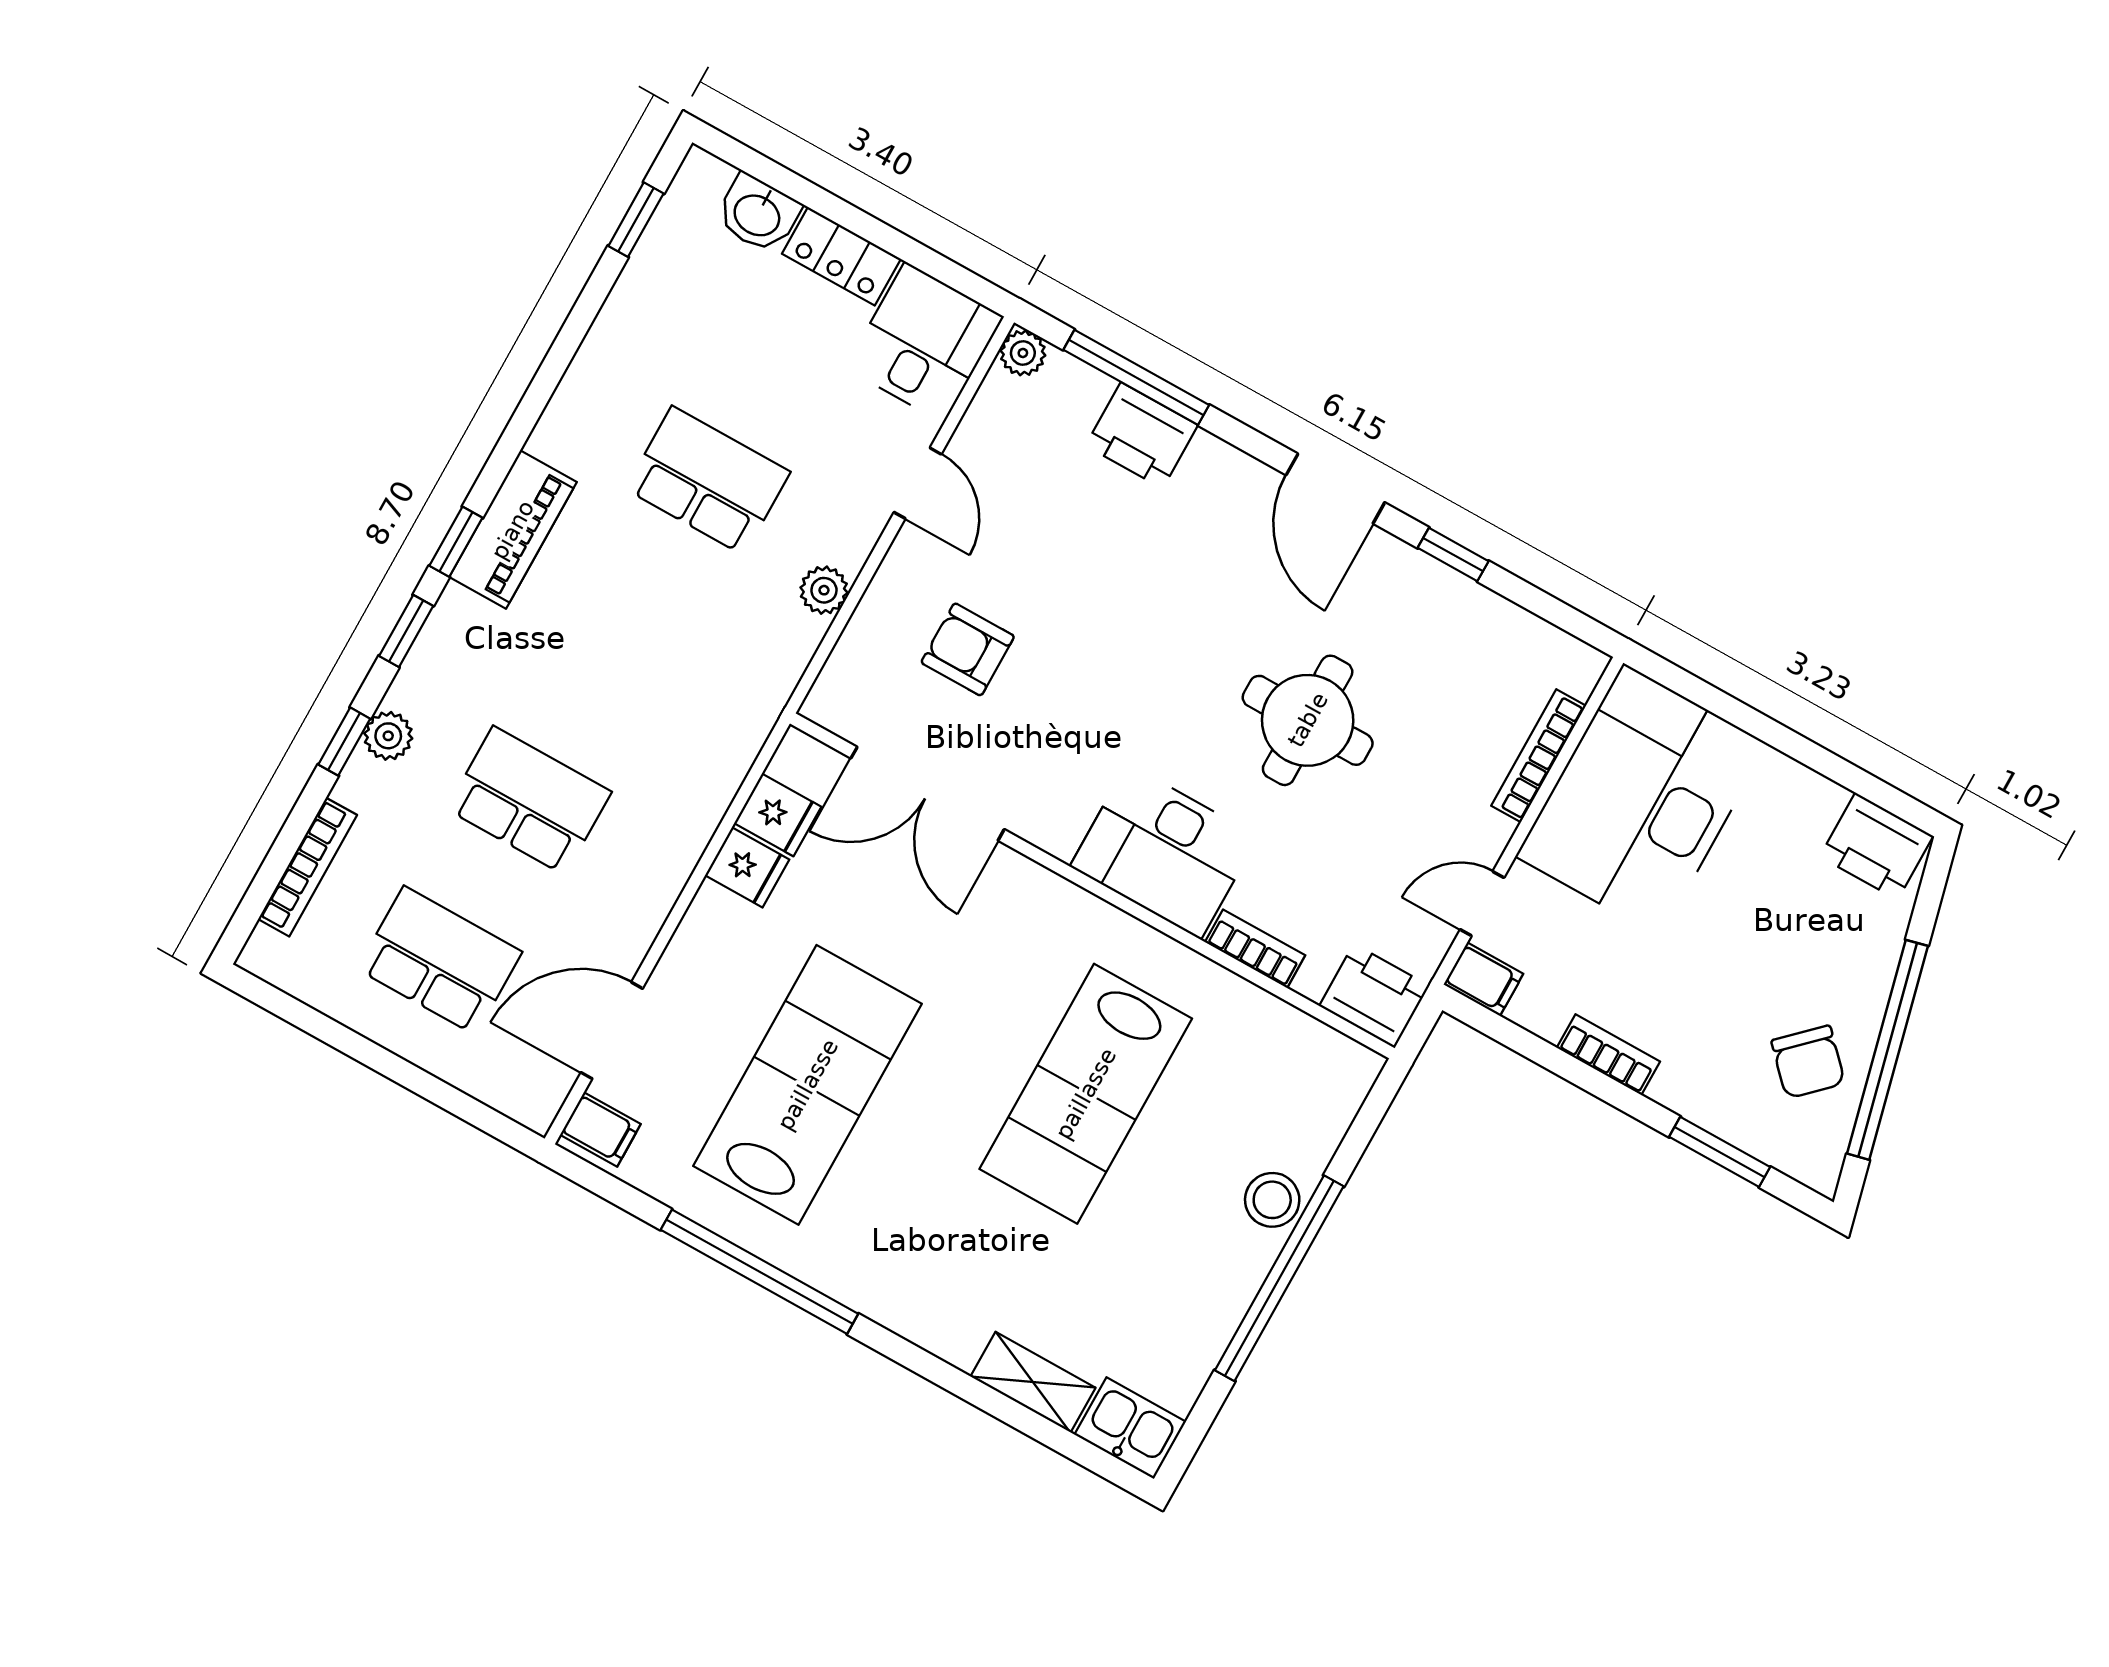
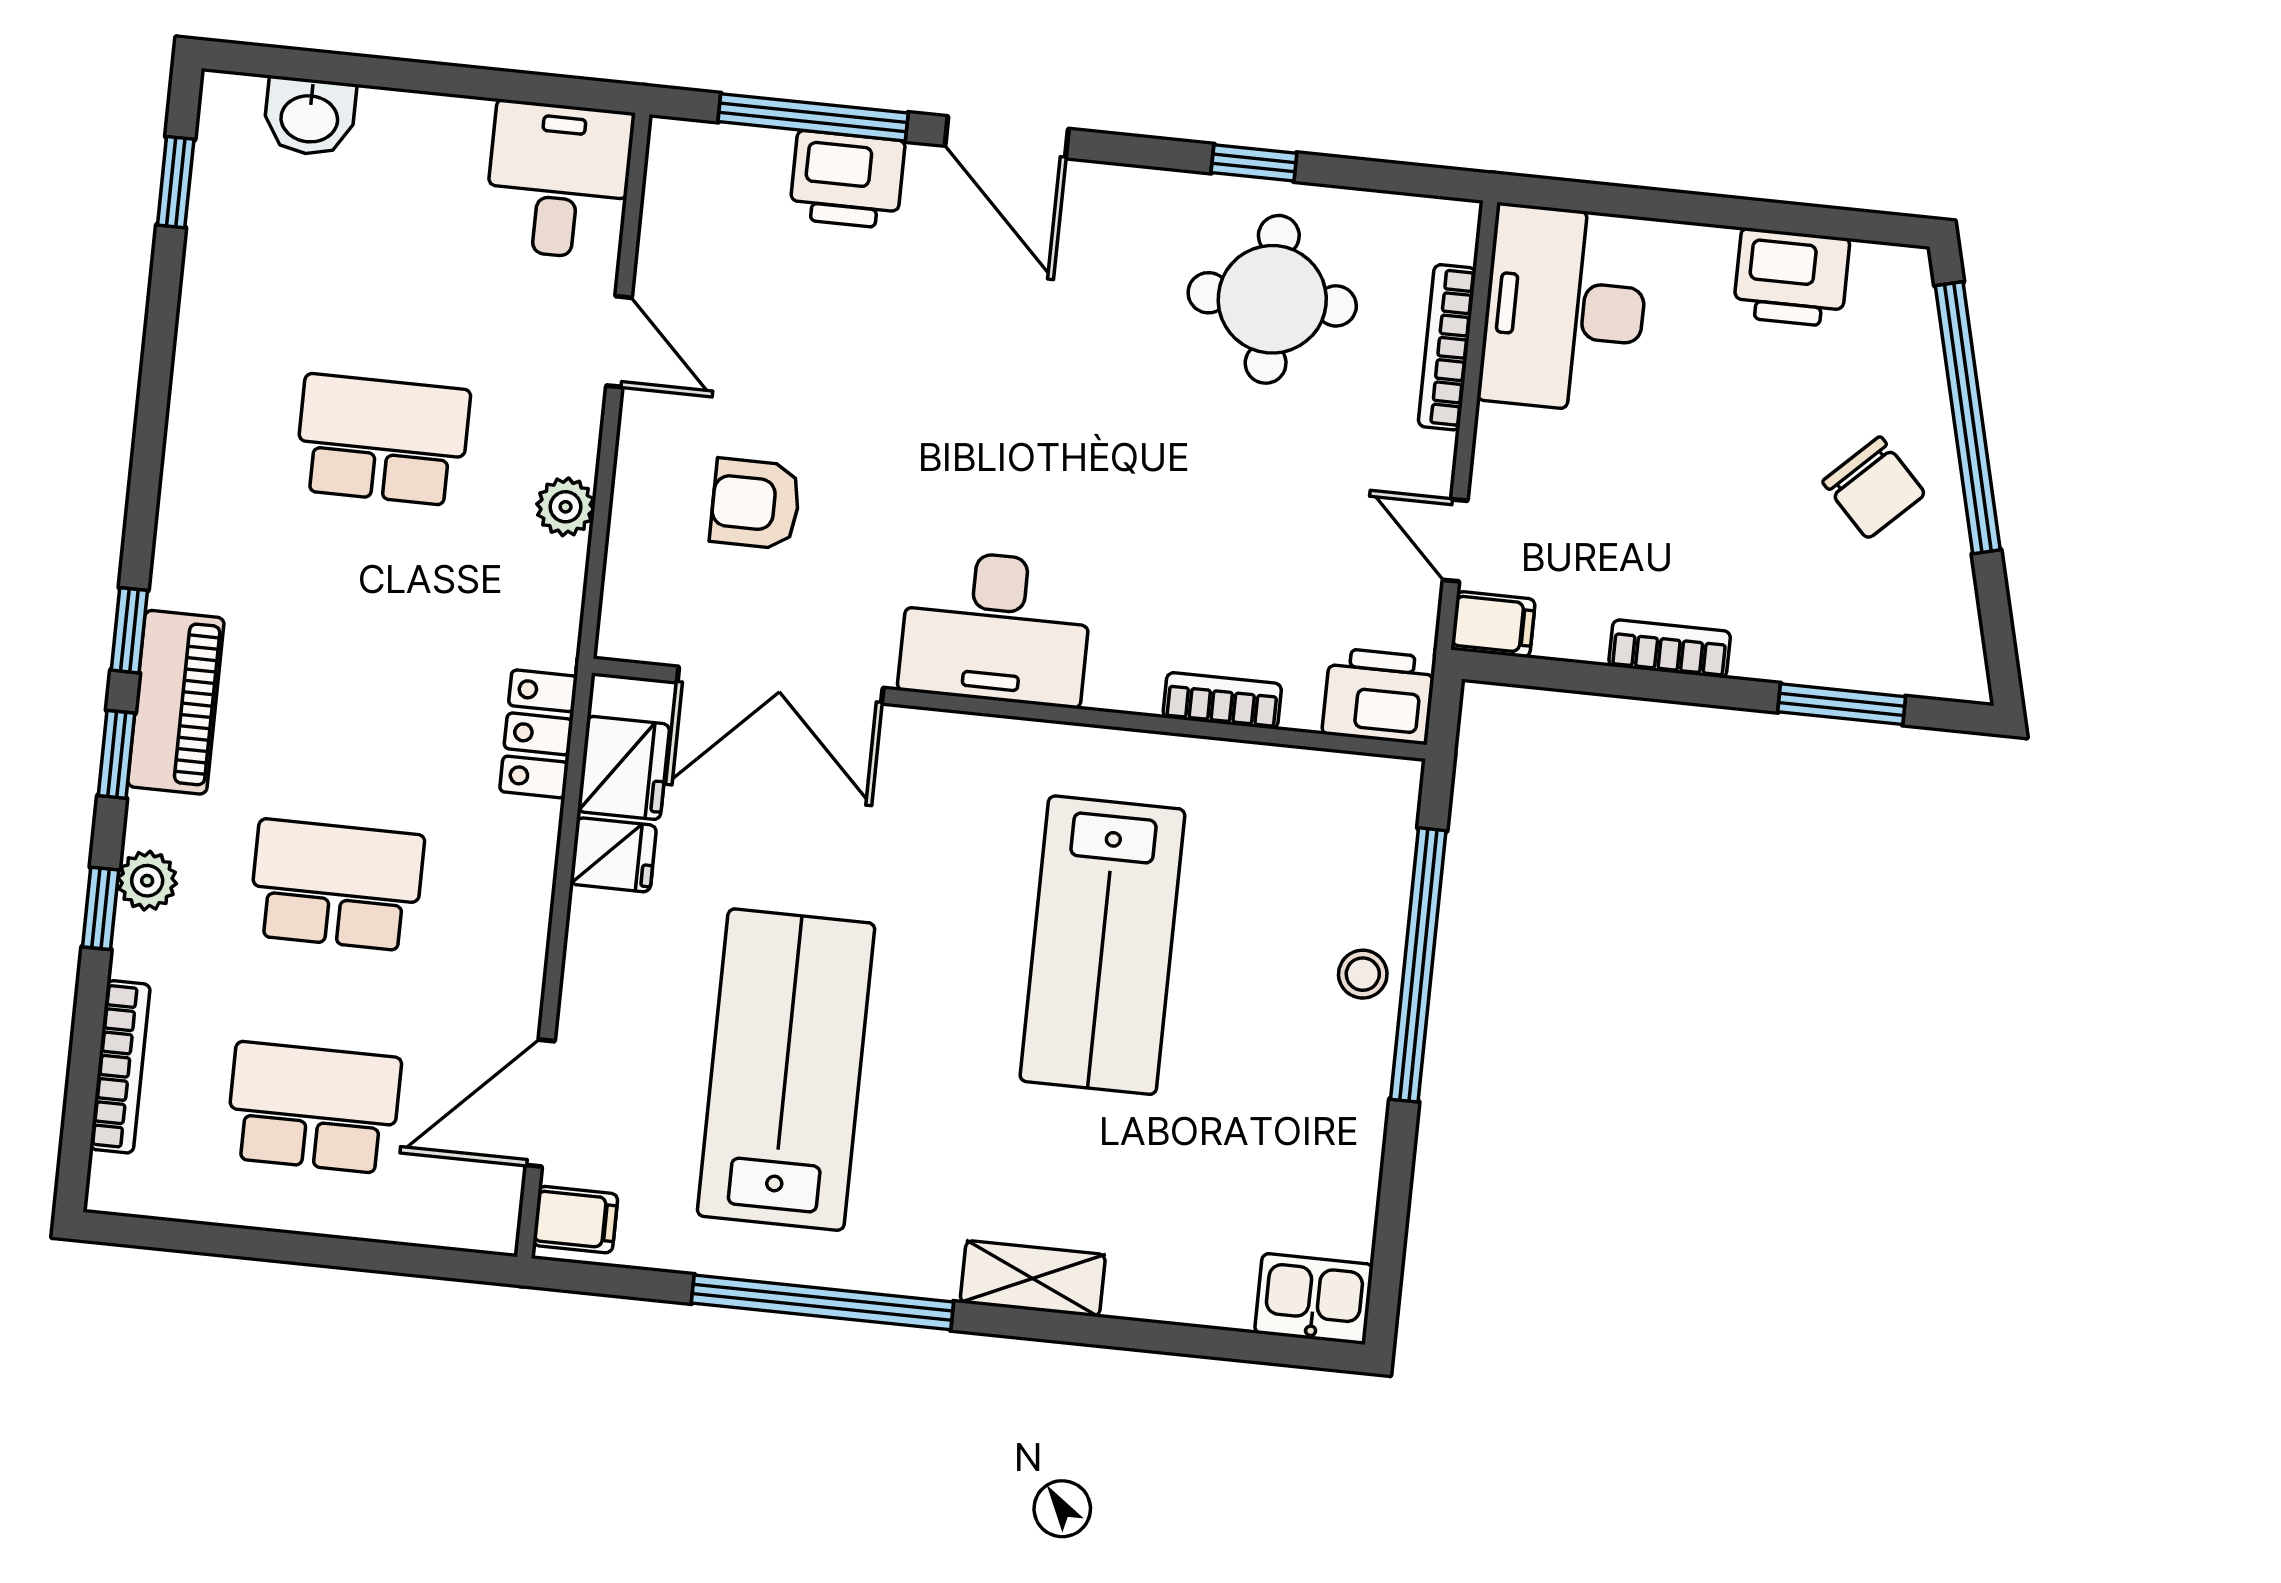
locker: (841, 256) -> (538, 734), moved, turned 90
plant: (1023, 353) -> (674, 145), removed
door: (1335, 489) -> (1007, 137), moved
piano: (513, 530) -> (176, 702), moved
round table: (1308, 720) -> (1272, 299), moved
desk: (1642, 800) -> (1565, 309), width x0.73, depth x0.77
fridge: (778, 815) -> (624, 768), width x1.38
printer: (1876, 846) -> (1791, 278), moved
desk: (1164, 852) -> (996, 628), moved
door: (1482, 904) -> (1455, 540), hinge flipped
window: (1888, 1050) -> (1968, 418), moved
chair: (1808, 1062) -> (1874, 488), moved
stool: (1272, 1200) -> (1363, 974), width x0.73, depth x0.73
window: (1279, 1278) -> (1418, 965), moved
shelving: (1033, 1382) -> (1033, 1279), moved

